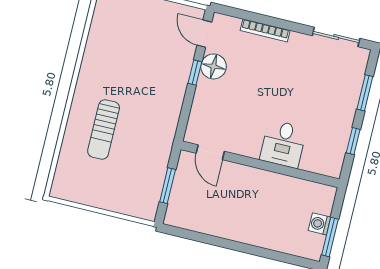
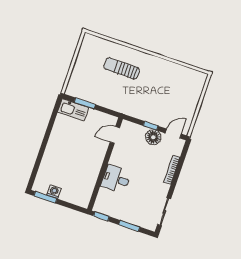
desk: (283, 144) -> (116, 179), moved
door: (210, 152) -> (115, 135), moved
wall: (260, 164) -> (105, 164), moved
kitchen sink: (180, 204) -> (73, 110), added

